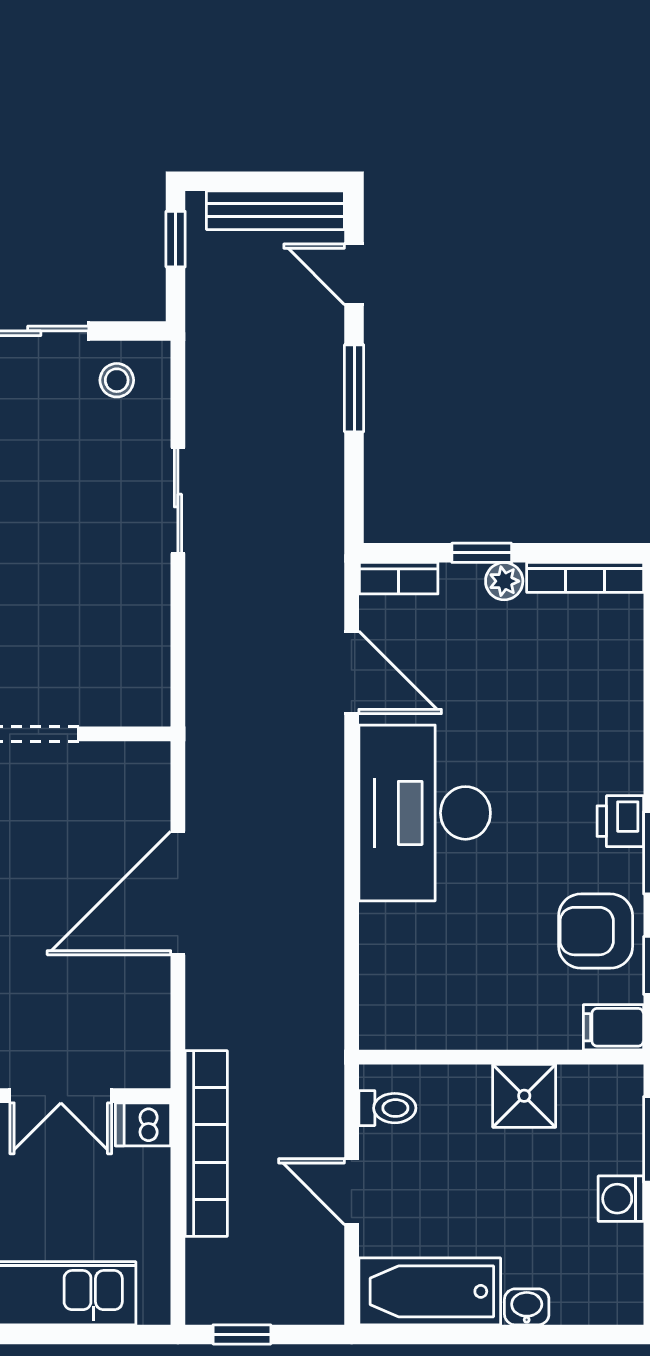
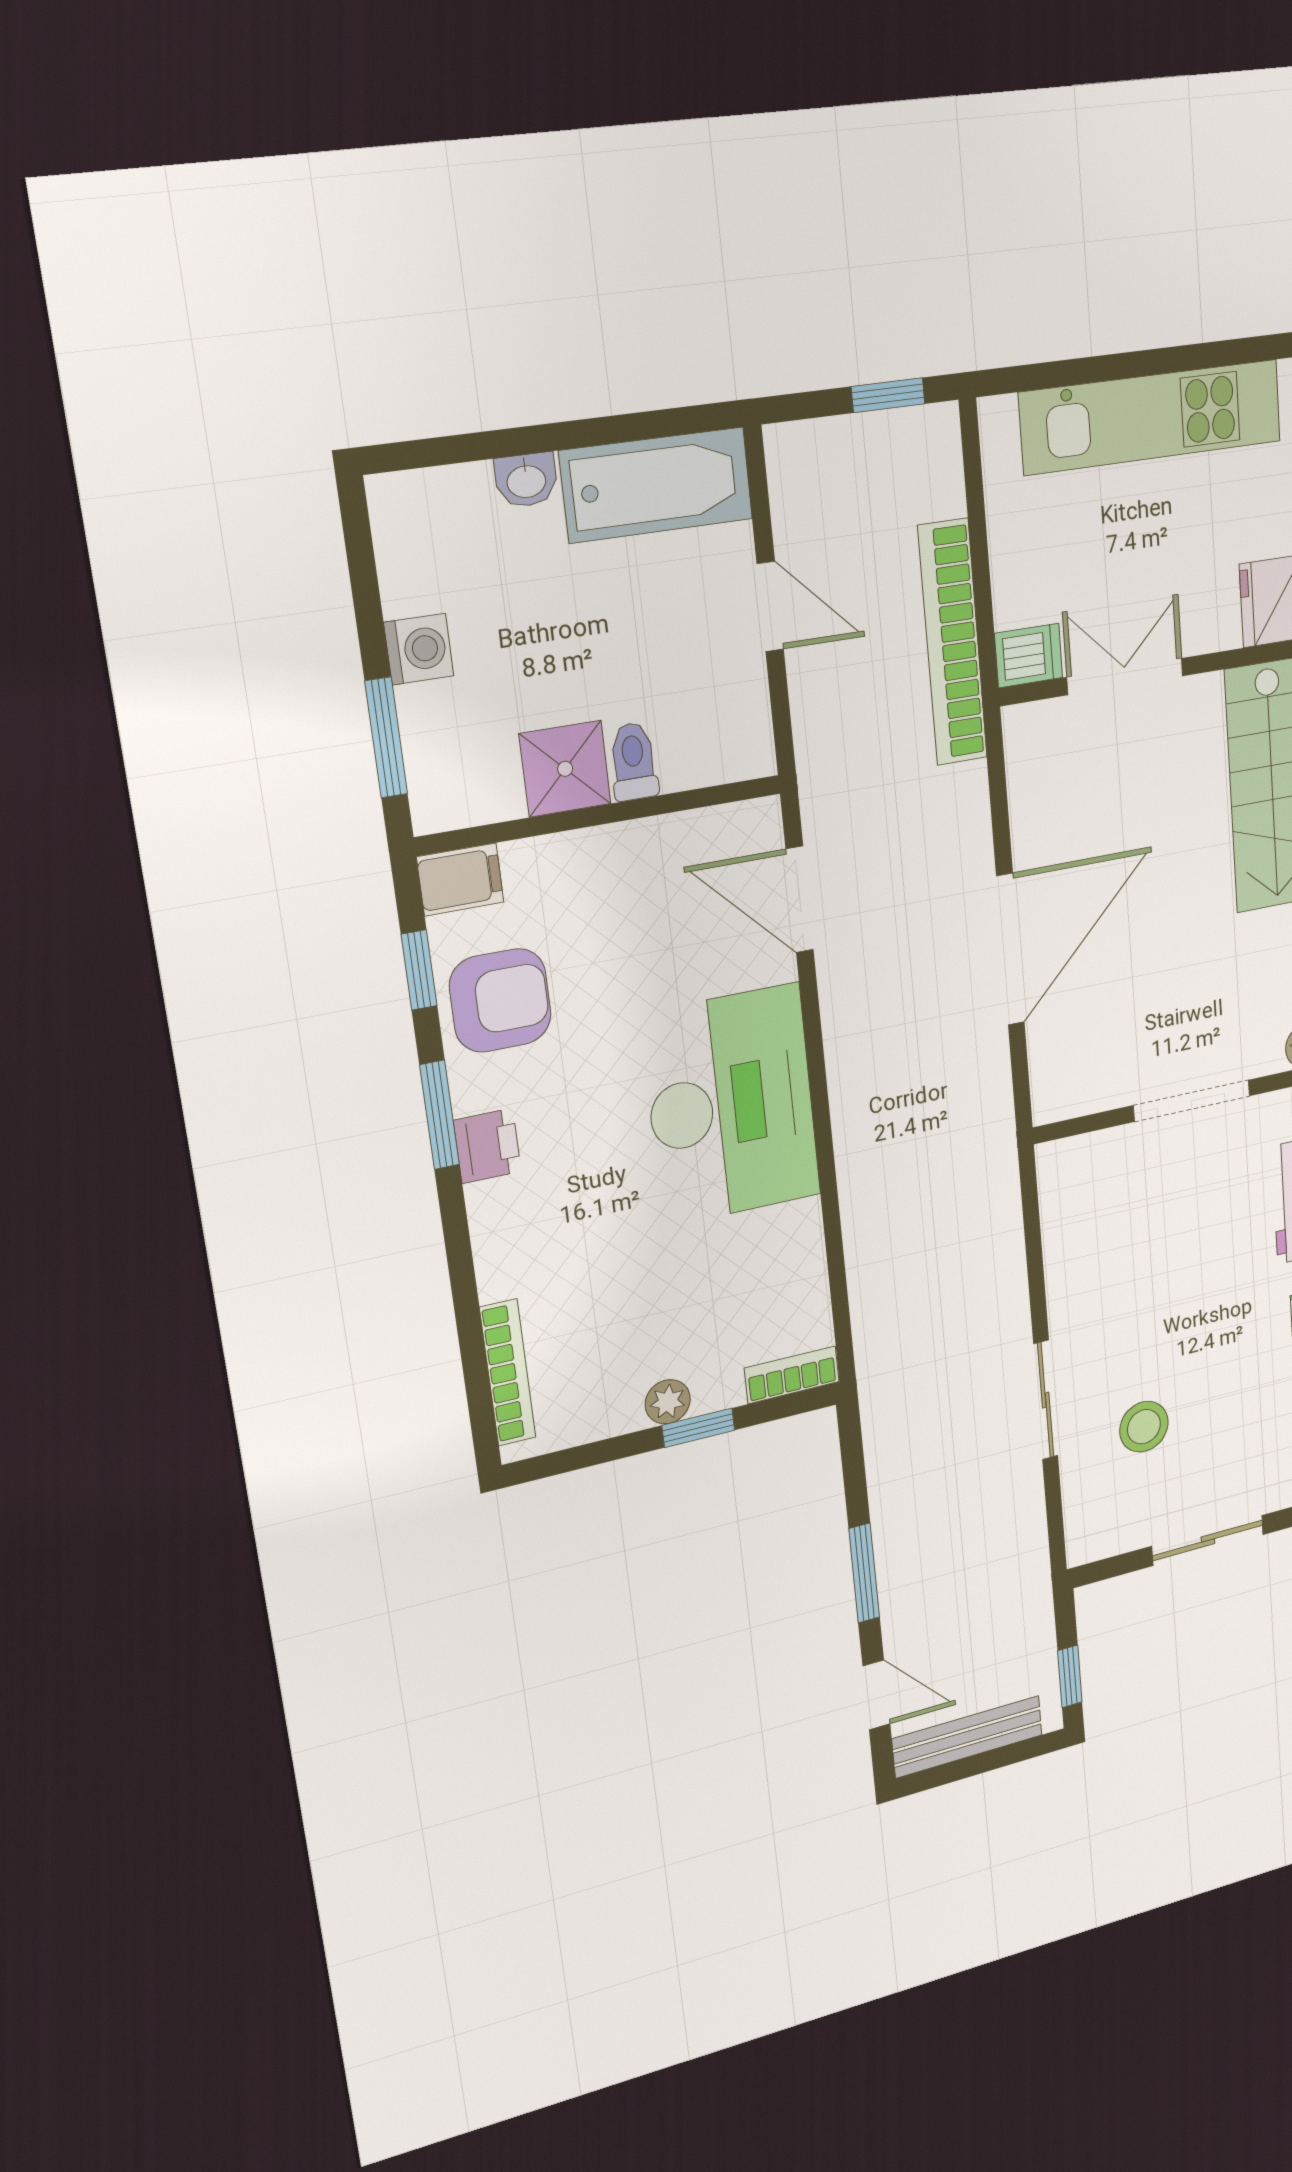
stool: (117, 380) -> (1144, 1427), moved, width x1.37, depth x1.37
bookcase: (585, 577) -> (508, 1373), moved, turned 90
door: (352, 672) -> (800, 899), moved
toilet: (387, 1108) -> (634, 761), moved, turned 90

